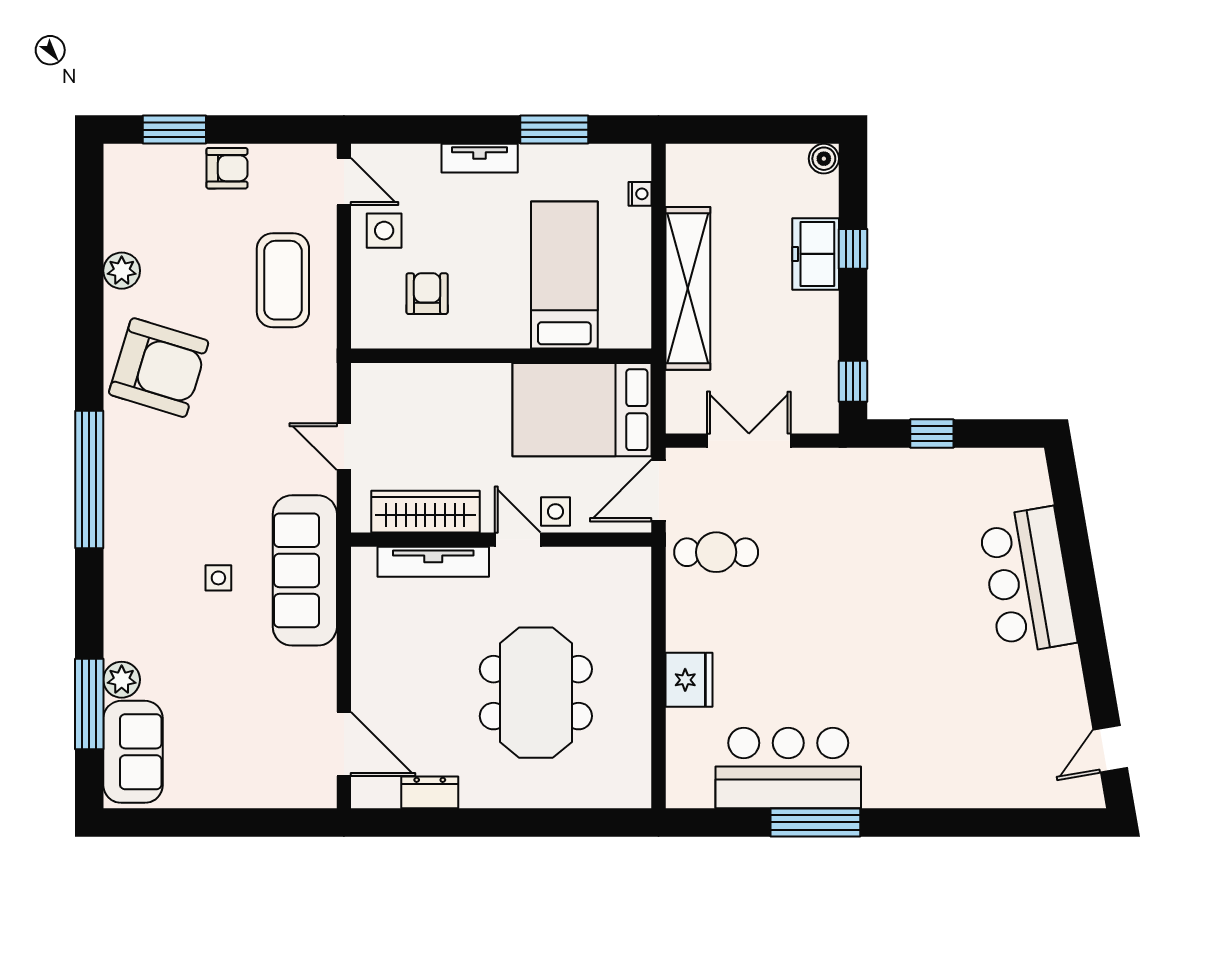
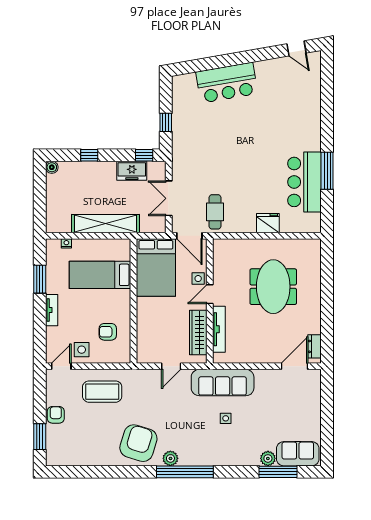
freezer: (816, 254) -> (132, 171), moved
plant: (122, 271) -> (170, 458), moved
meeting table: (536, 693) -> (273, 287), turned 90
dresser: (430, 792) -> (315, 346), moved

